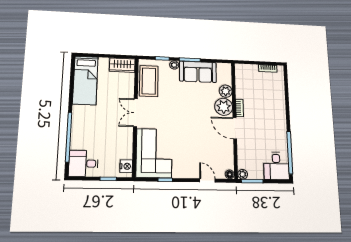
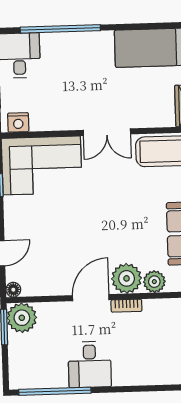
double door: (135, 113) -> (107, 132), swing flipped
desk: (276, 166) -> (90, 364), moved, turned -90
plant: (243, 174) -> (22, 318), width x1.87, depth x1.87

